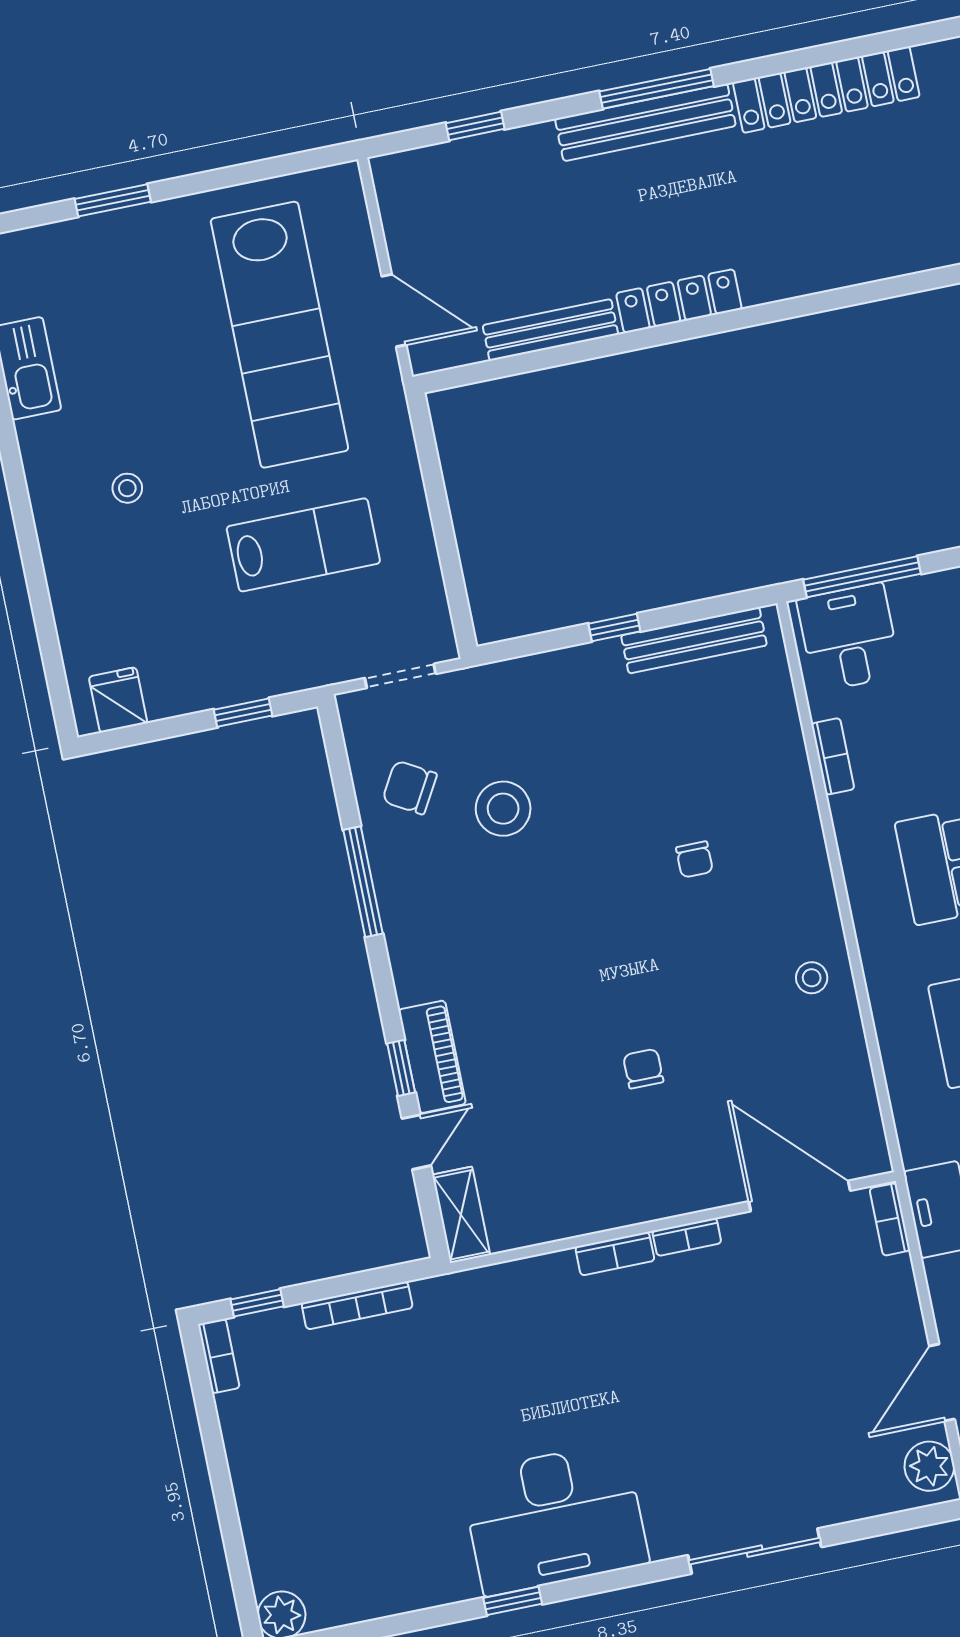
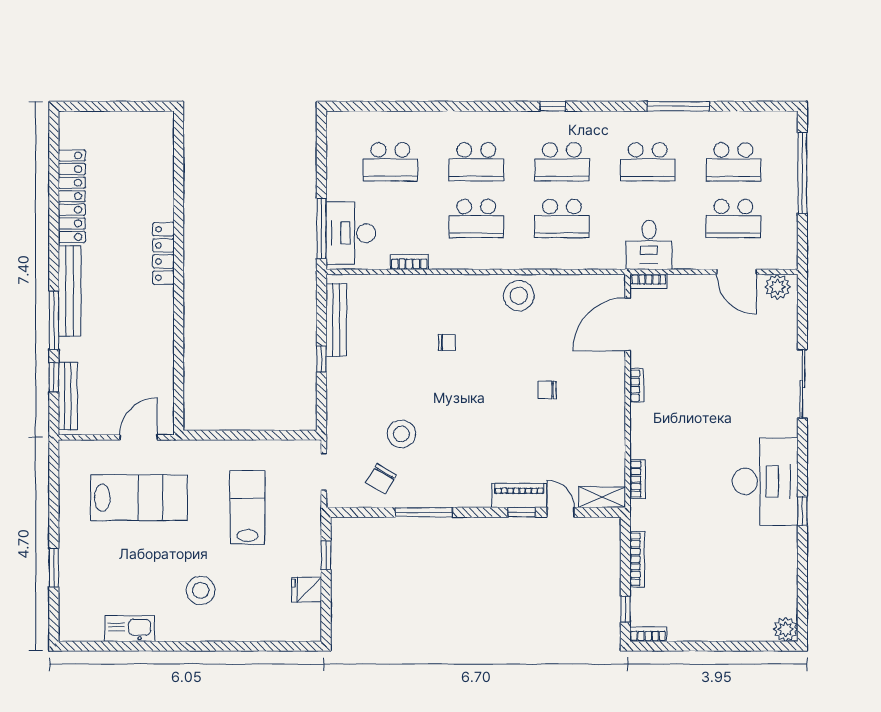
window: (657, 89) -> (54, 320), moved
locker: (679, 301) -> (163, 253), moved
bench: (550, 330) -> (68, 396), moved
lab bench: (279, 335) -> (139, 498), width x0.73
stool: (127, 488) -> (201, 590), width x1.89, depth x1.89
desk: (849, 637) -> (351, 233), width x1.37
fridge: (118, 700) -> (307, 590), moved
stool: (812, 978) -> (519, 296), width x1.89, depth x1.89
bookcase: (615, 1254) -> (638, 479), moved

